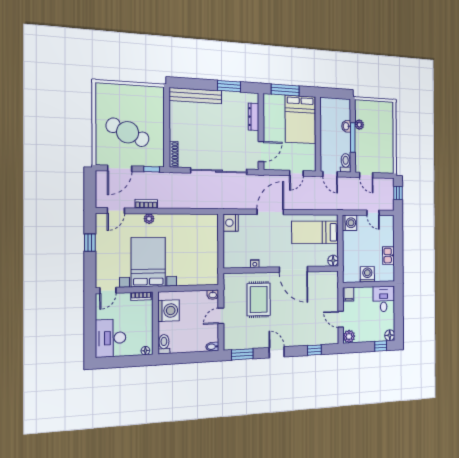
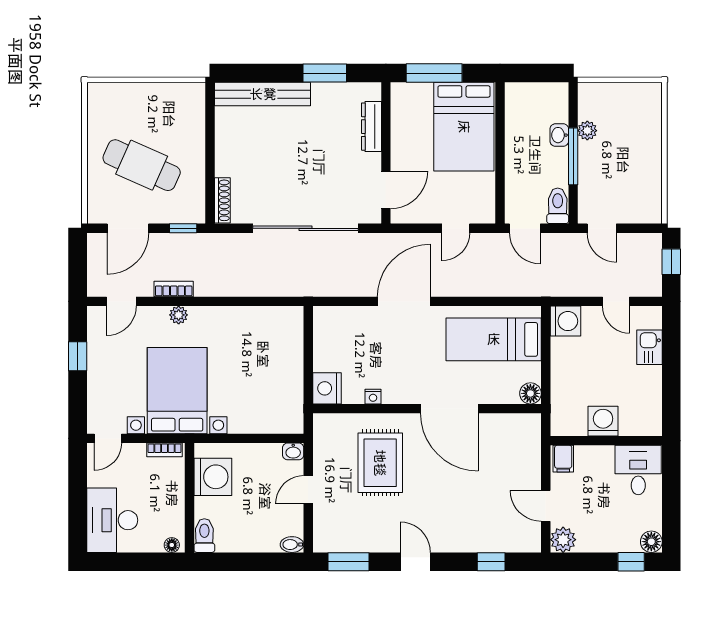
nightstand: (231, 223) -> (327, 388), moved
kitchen sink: (389, 256) -> (649, 347), moved

